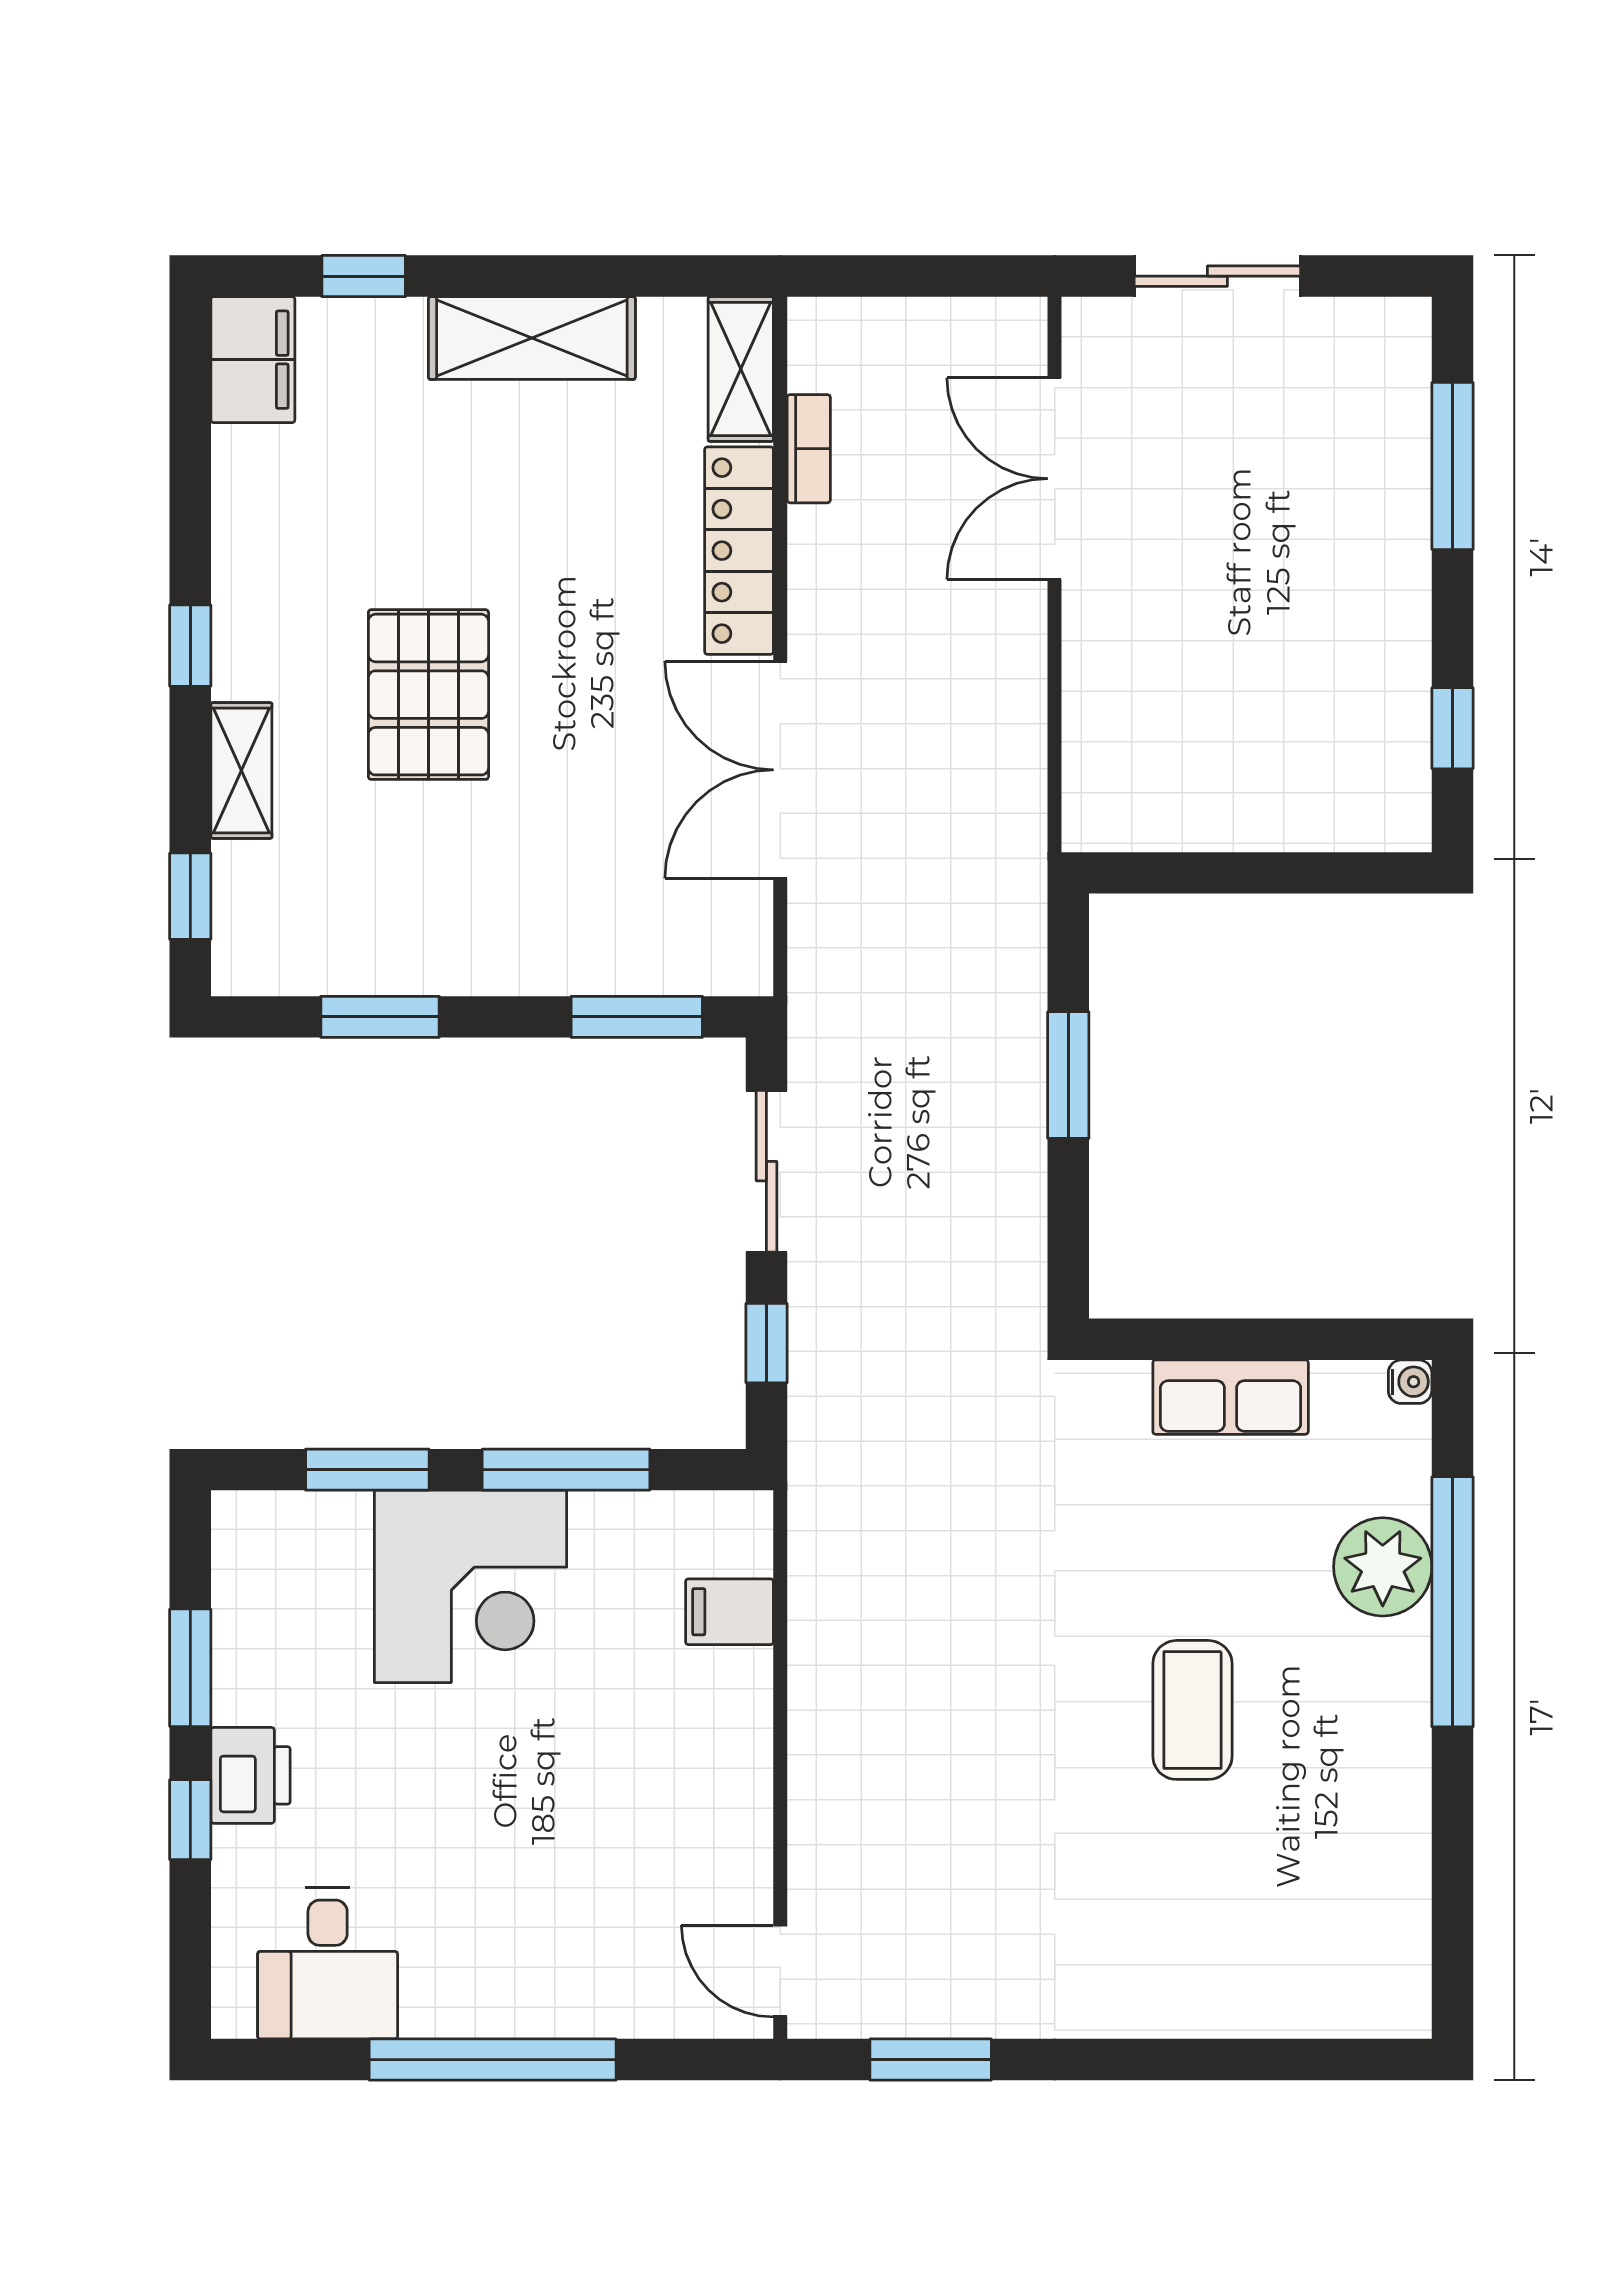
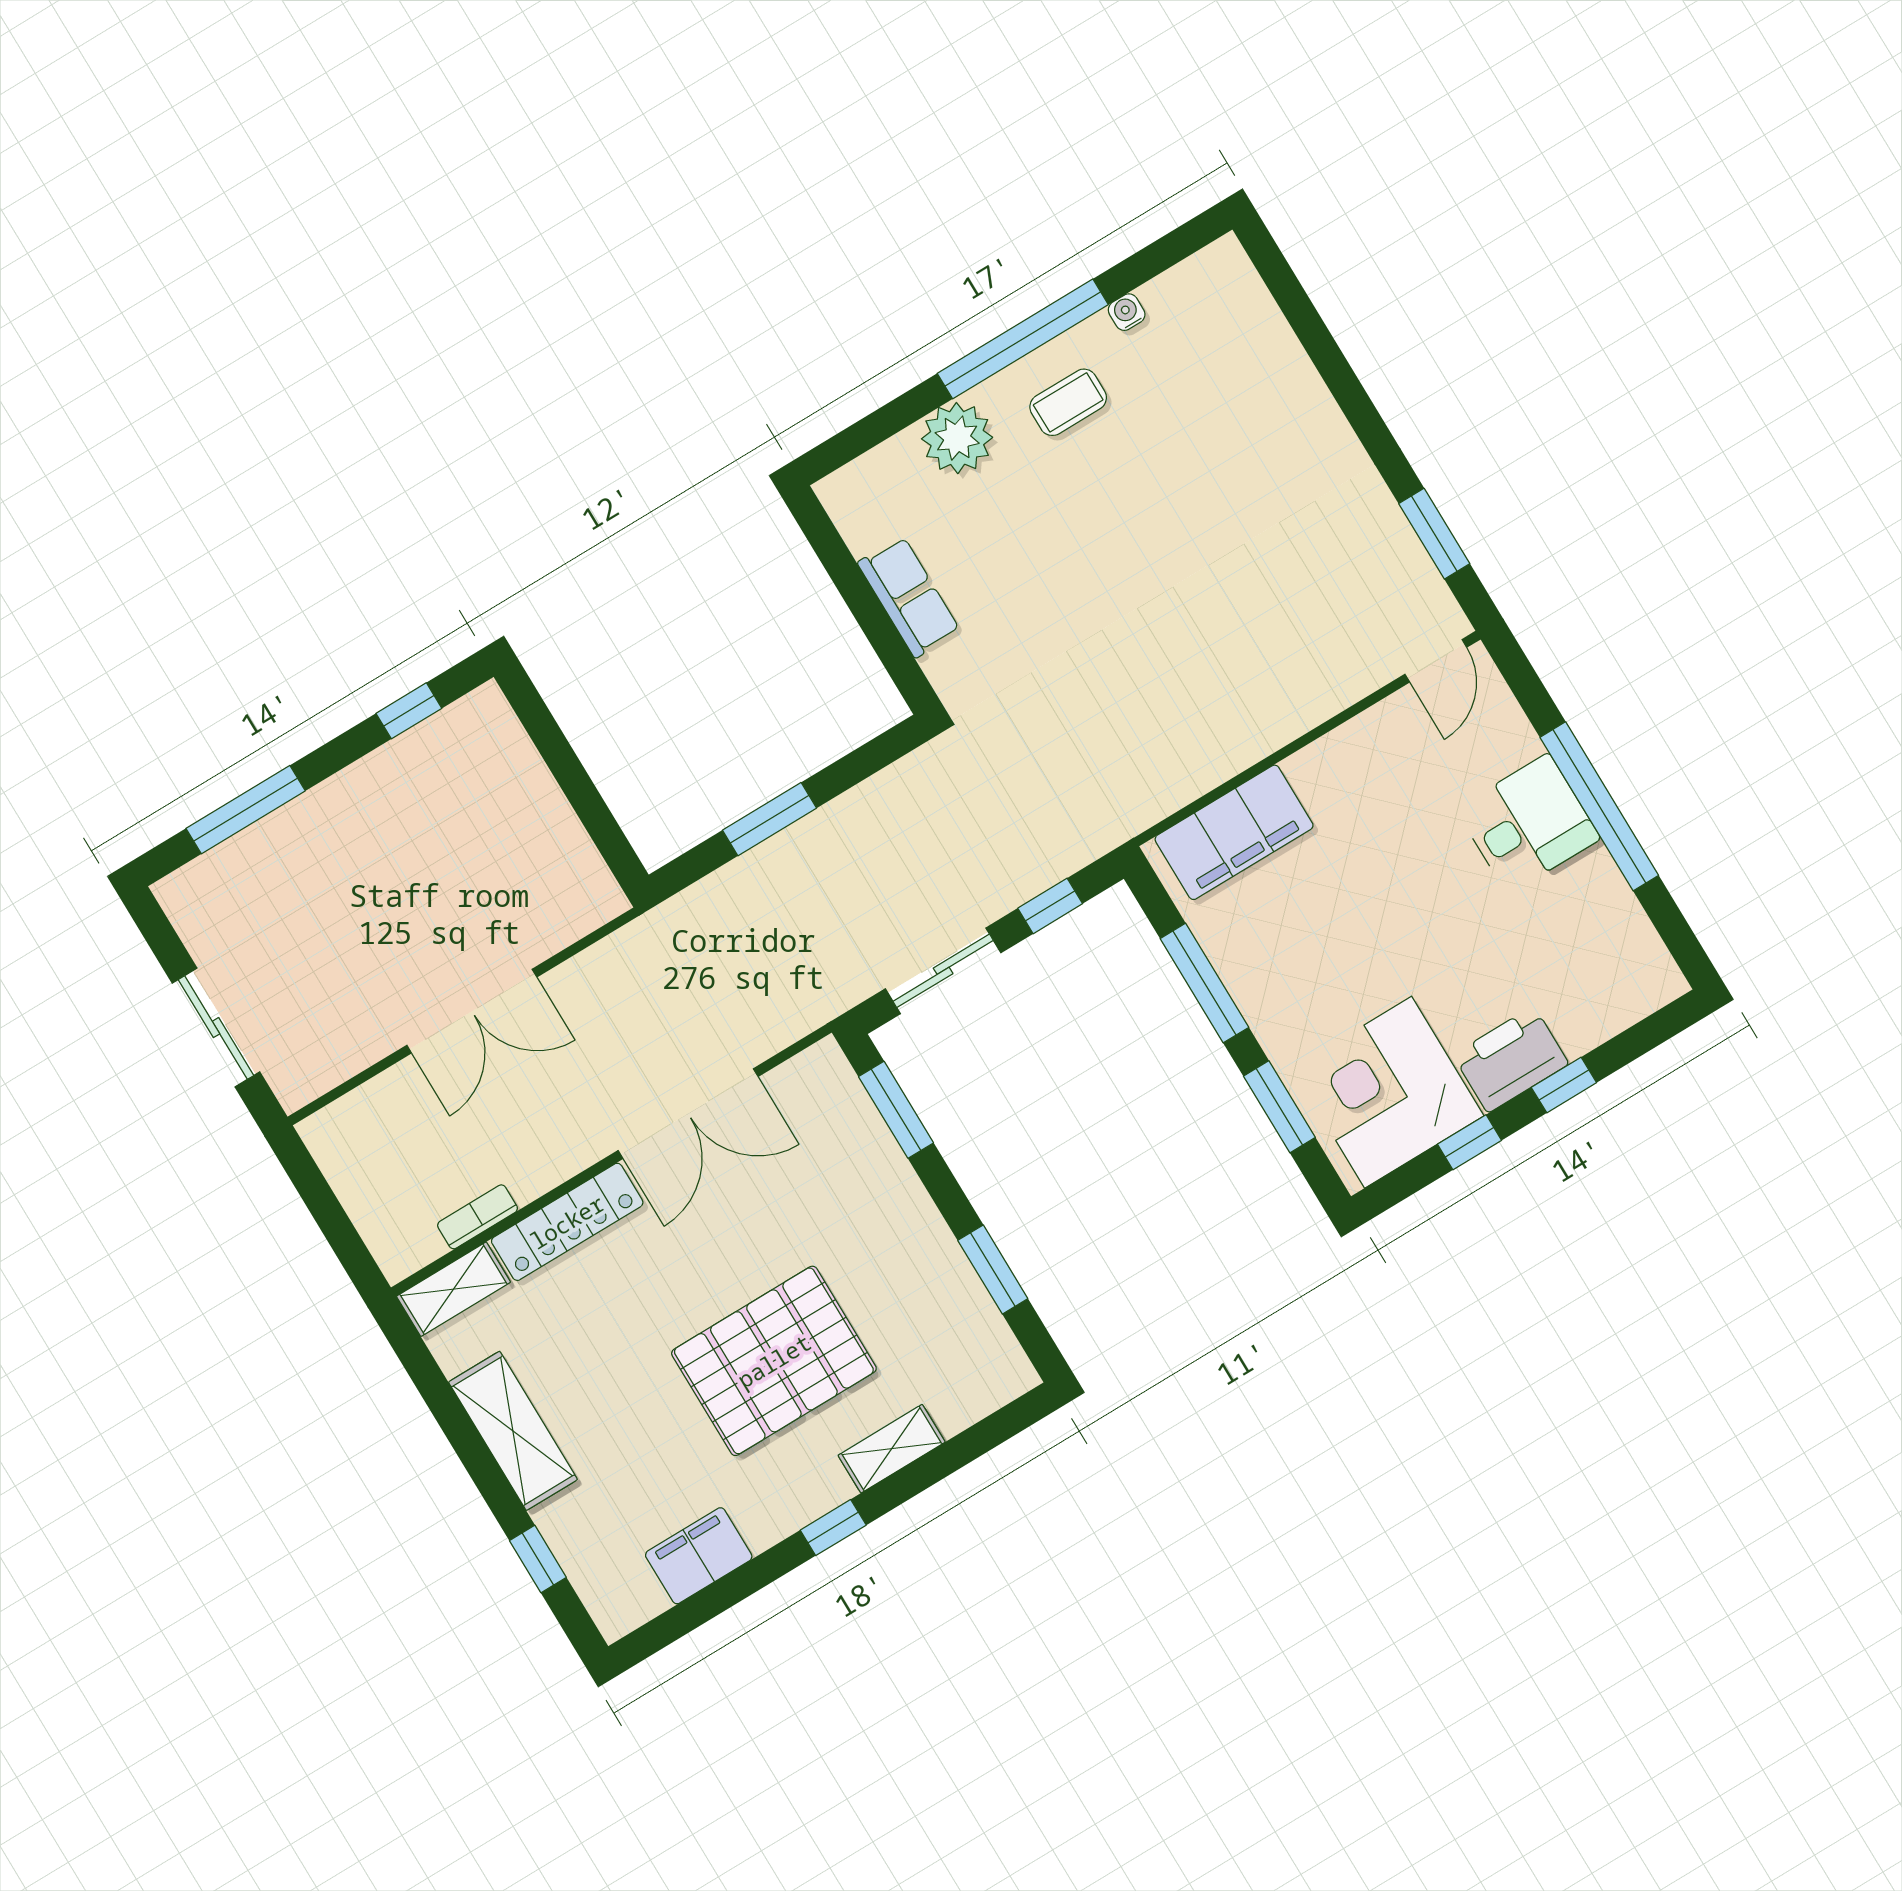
filing cabinet: (253, 360) -> (699, 1556), moved
double door: (1055, 479) -> (472, 1011), moved
pallet: (428, 695) -> (774, 1361), width x1.37, depth x1.41
window: (190, 896) -> (989, 1433), removed
water cooler: (1410, 1382) -> (1127, 312), moved
corner desk: (471, 1586) -> (1388, 1092), moved, turned -90
window: (1452, 1602) -> (1023, 339), moved
filing cabinet: (729, 1612) -> (1234, 832), width x3.00, depth x1.17
window: (190, 1668) -> (1469, 1142), width x0.67
coffee table: (1192, 1710) -> (1068, 402), moved, width x0.73, depth x0.77
printer: (251, 1775) -> (1511, 1059), width x1.37, depth x1.19
desk: (328, 1963) -> (1528, 824), moved

